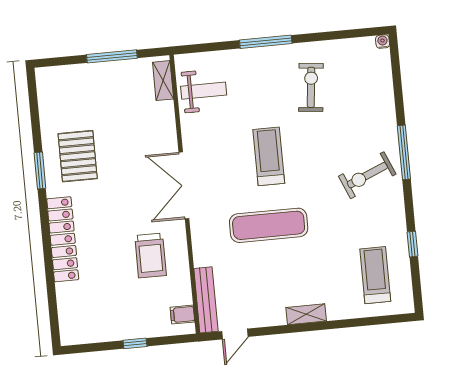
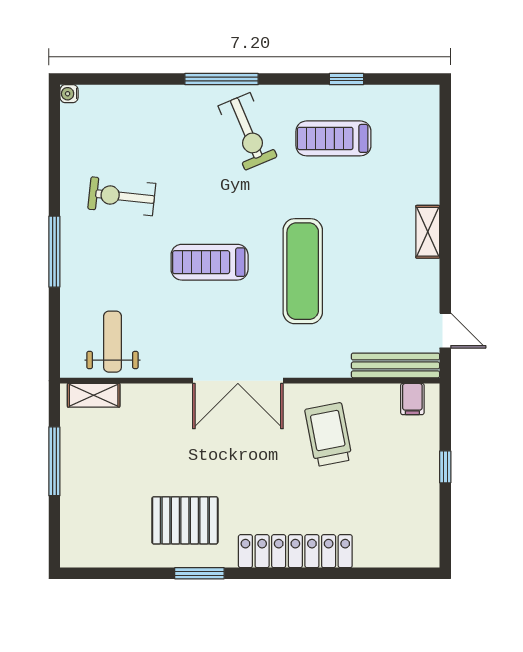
trolley: (151, 255) -> (328, 435), turned -101
treadmill: (375, 275) -> (333, 138), moved

